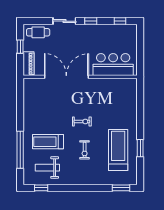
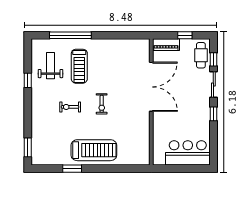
window: (120, 21) -> (213, 59), moved
bar counter: (113, 65) -> (188, 153), moved, turned -90
treadmill: (48, 142) -> (79, 66), turned 180
treadmill: (118, 150) -> (94, 150), moved
window: (41, 188) -> (28, 80), moved

